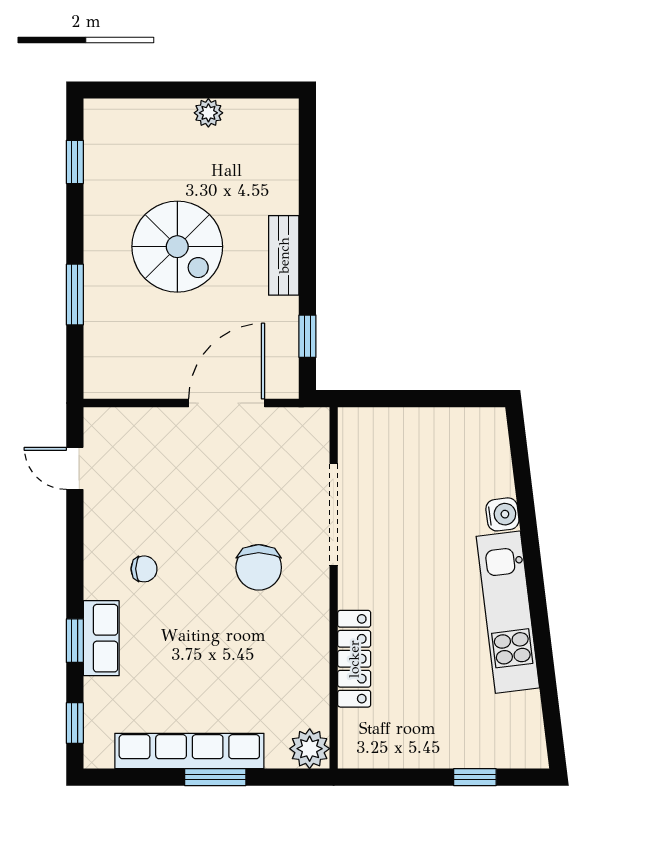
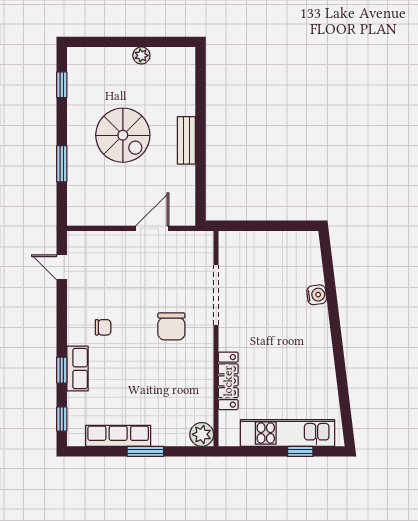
window: (307, 336) -> (200, 189), removed
door: (227, 403) -> (152, 228), width x0.73
kitchen unit: (508, 612) -> (287, 433), moved, turned 97
row of seats: (189, 751) -> (118, 436), width x0.73

